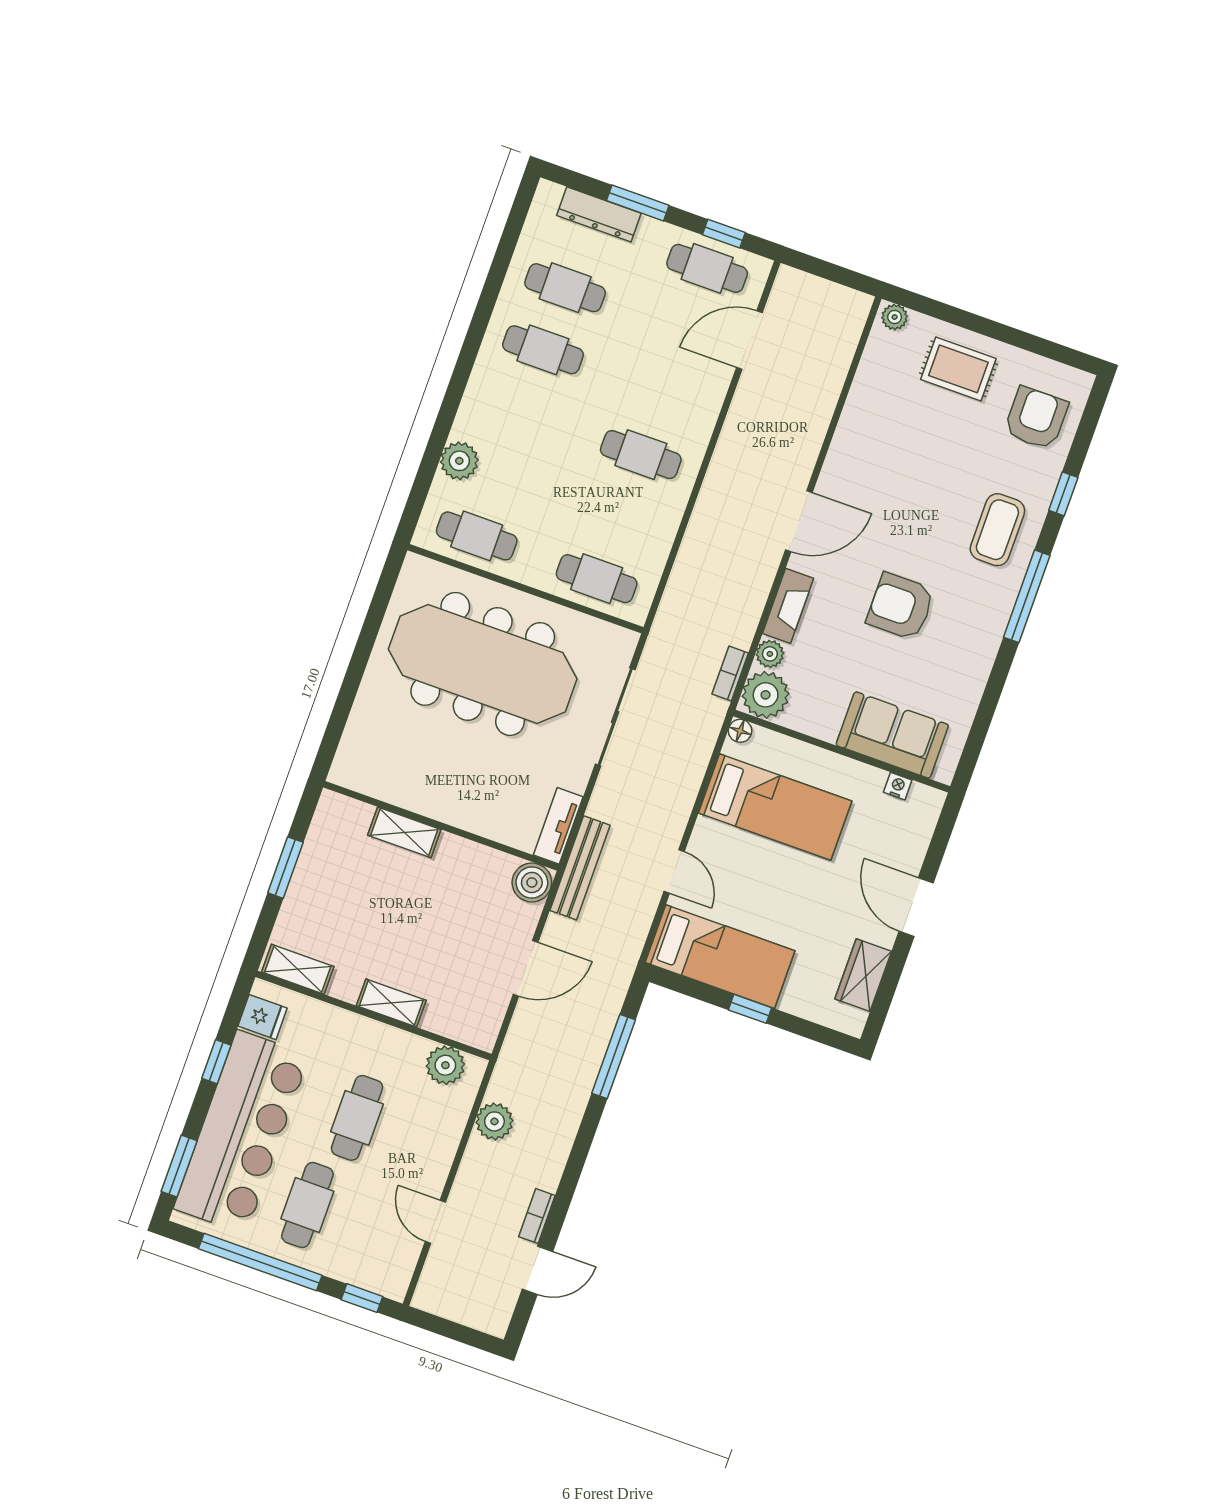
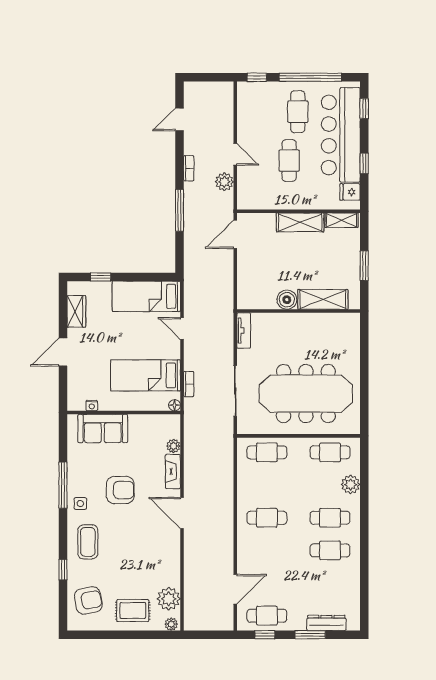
cafe table: (565, 288) -> (330, 518), moved
armchair: (1036, 418) -> (88, 600), turned -101
door: (799, 521) -> (182, 513), hinge flipped
window: (1027, 596) -> (63, 485), moved
side table: (986, 608) -> (80, 504), added
bookcase: (730, 673) -> (189, 384), moved
plant: (766, 695) -> (169, 599), moved
shelving: (404, 832) -> (323, 299), width x1.50, depth x1.33
bench: (580, 868) -> (227, 315), removed
boiler: (532, 882) -> (287, 300), moved
door: (916, 907) -> (63, 352), swing flipped
door: (526, 968) -> (235, 234), moved
shelving: (391, 1003) -> (300, 222), width x1.50, depth x1.33
window: (750, 1009) -> (101, 277), moved
window: (614, 1056) -> (179, 210), moved
plant: (445, 1065) -> (257, 200), removed
window: (179, 1166) -> (364, 109), width x0.67
bookcase: (537, 1216) -> (189, 168), moved
door: (435, 1222) -> (235, 154), moved

